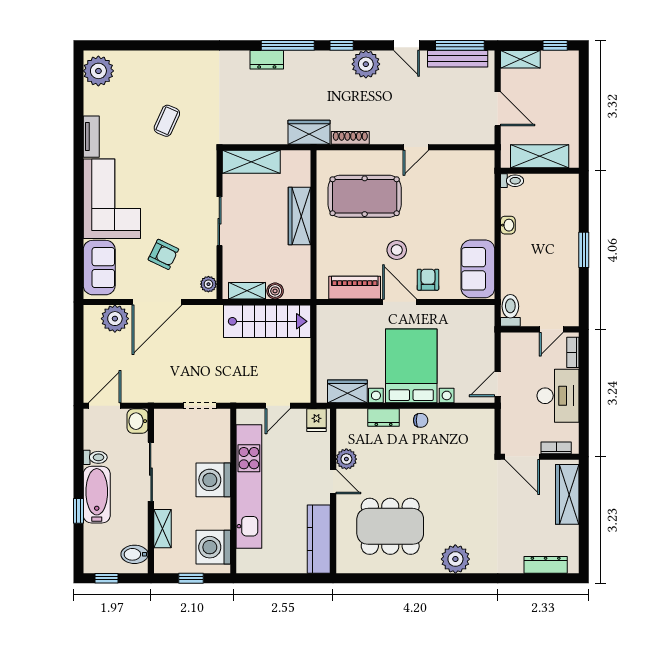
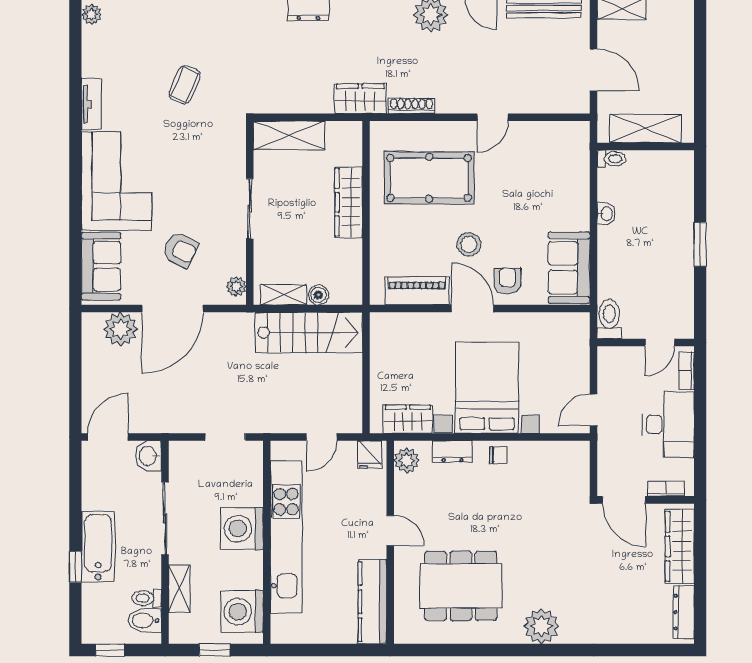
plant: (98, 71) -> (91, 14), width x0.53, depth x0.53
toilet: (95, 457) -> (147, 598), moved, turned 180
plant: (346, 459) -> (407, 460), moved
dresser: (546, 565) -> (684, 612), moved, turned -90

